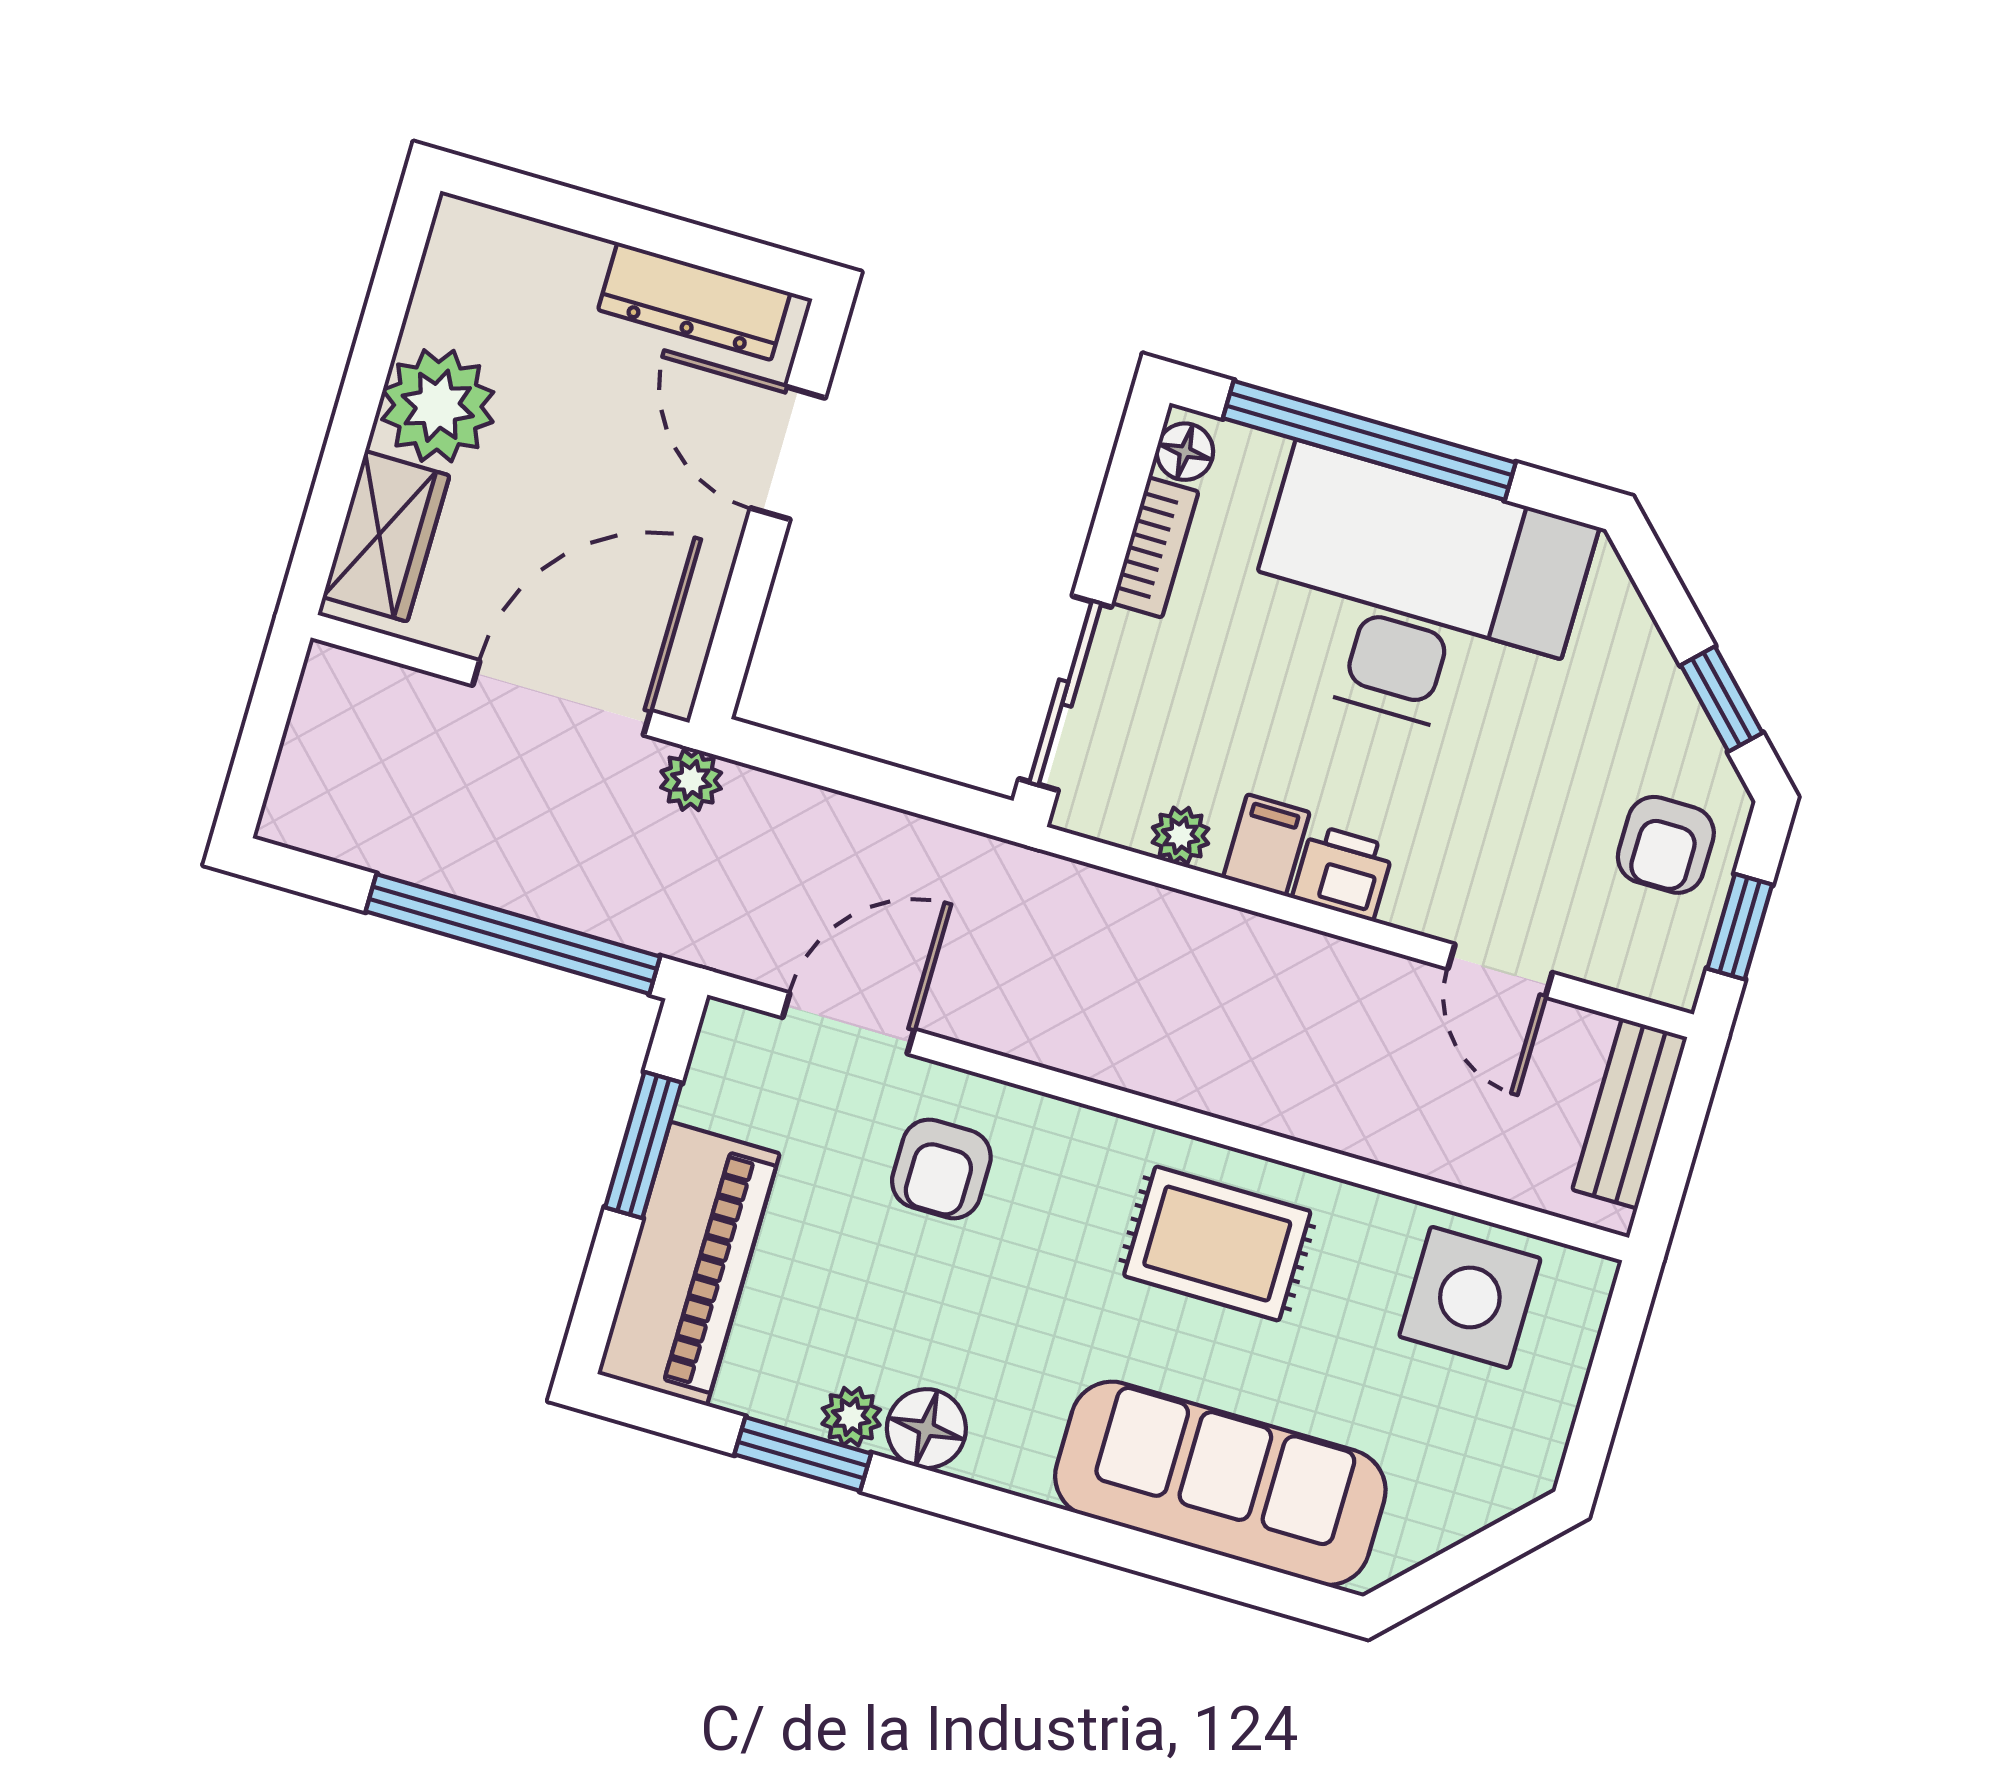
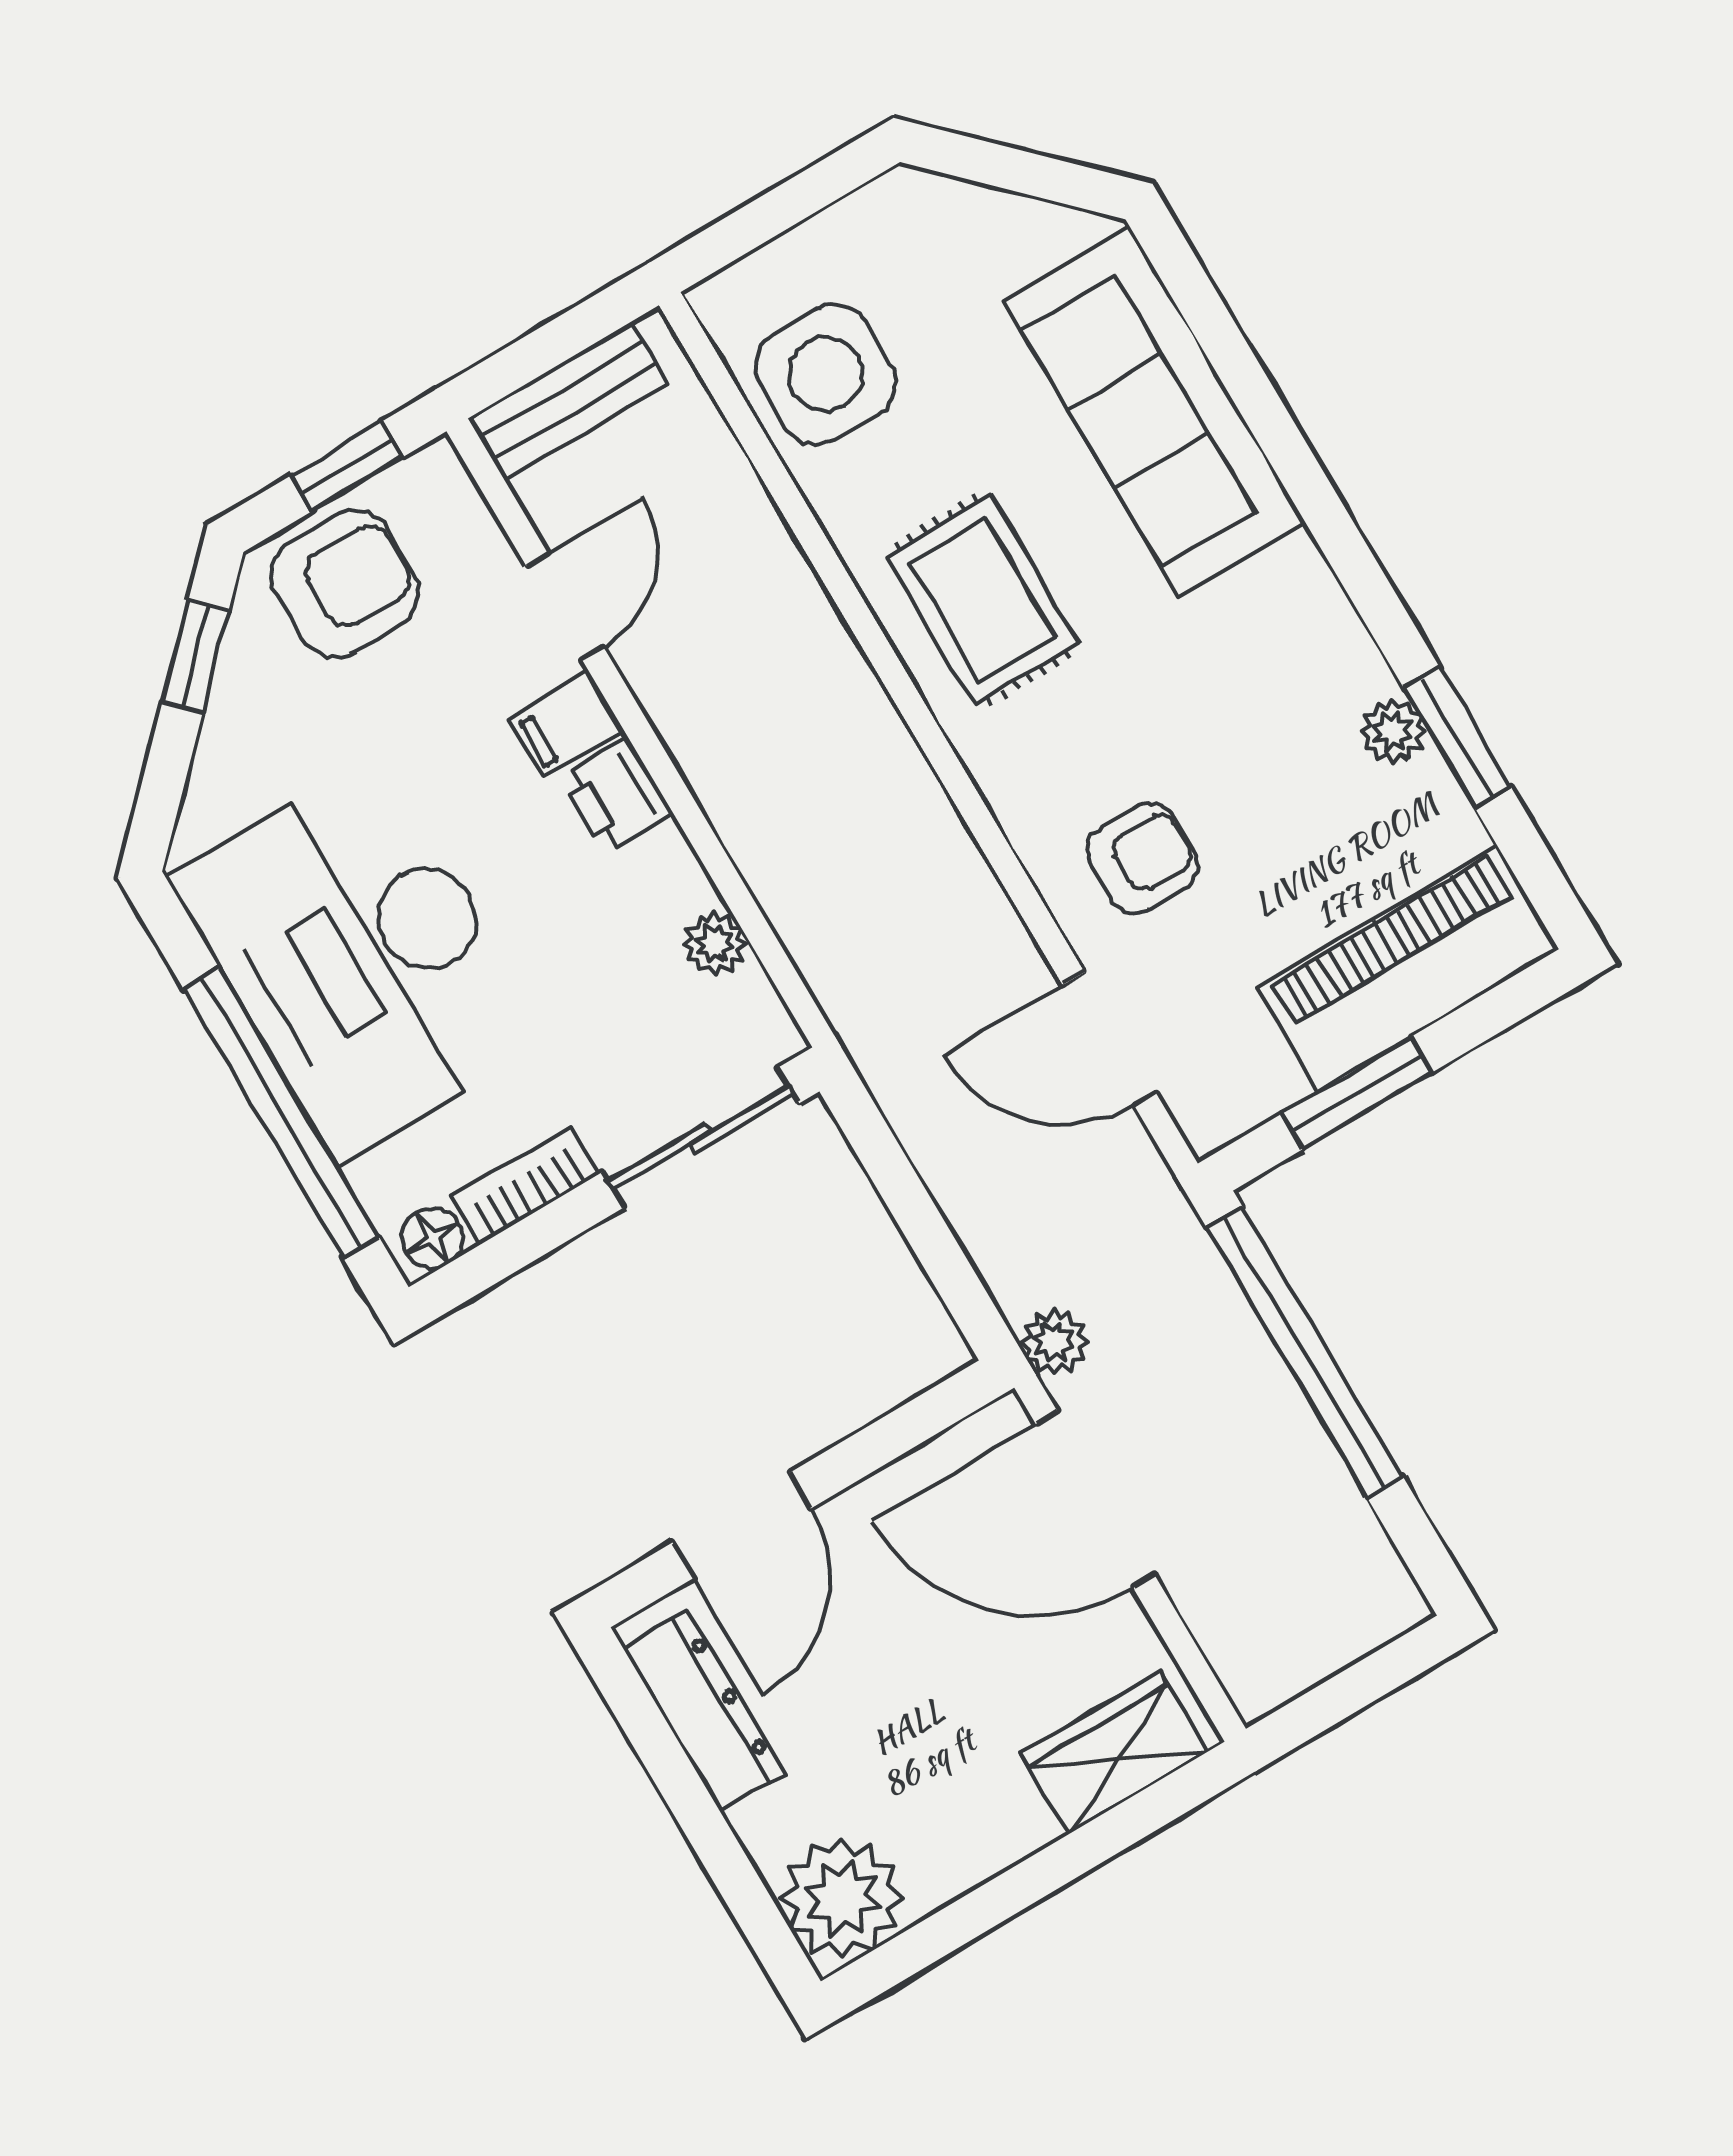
plant: (438, 406) -> (842, 1898), moved
filing cabinet: (1266, 845) -> (567, 725), moved
armchair: (1666, 845) -> (345, 583), width x1.38, depth x1.38
floor lamp: (926, 1429) -> (1343, 667), removed

